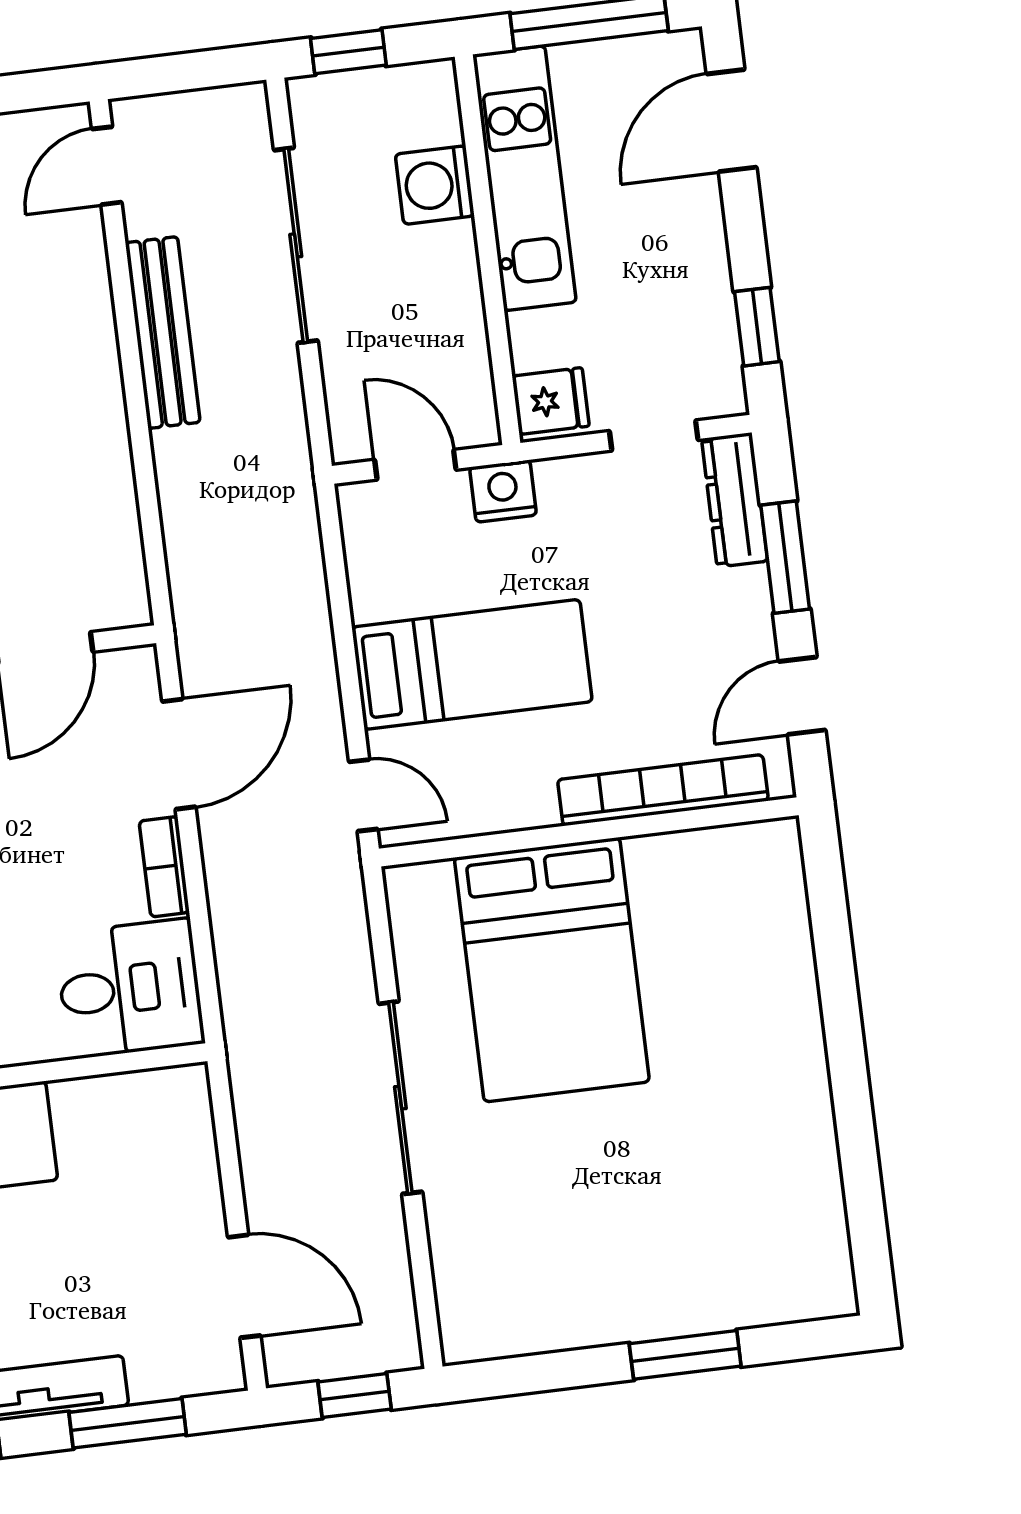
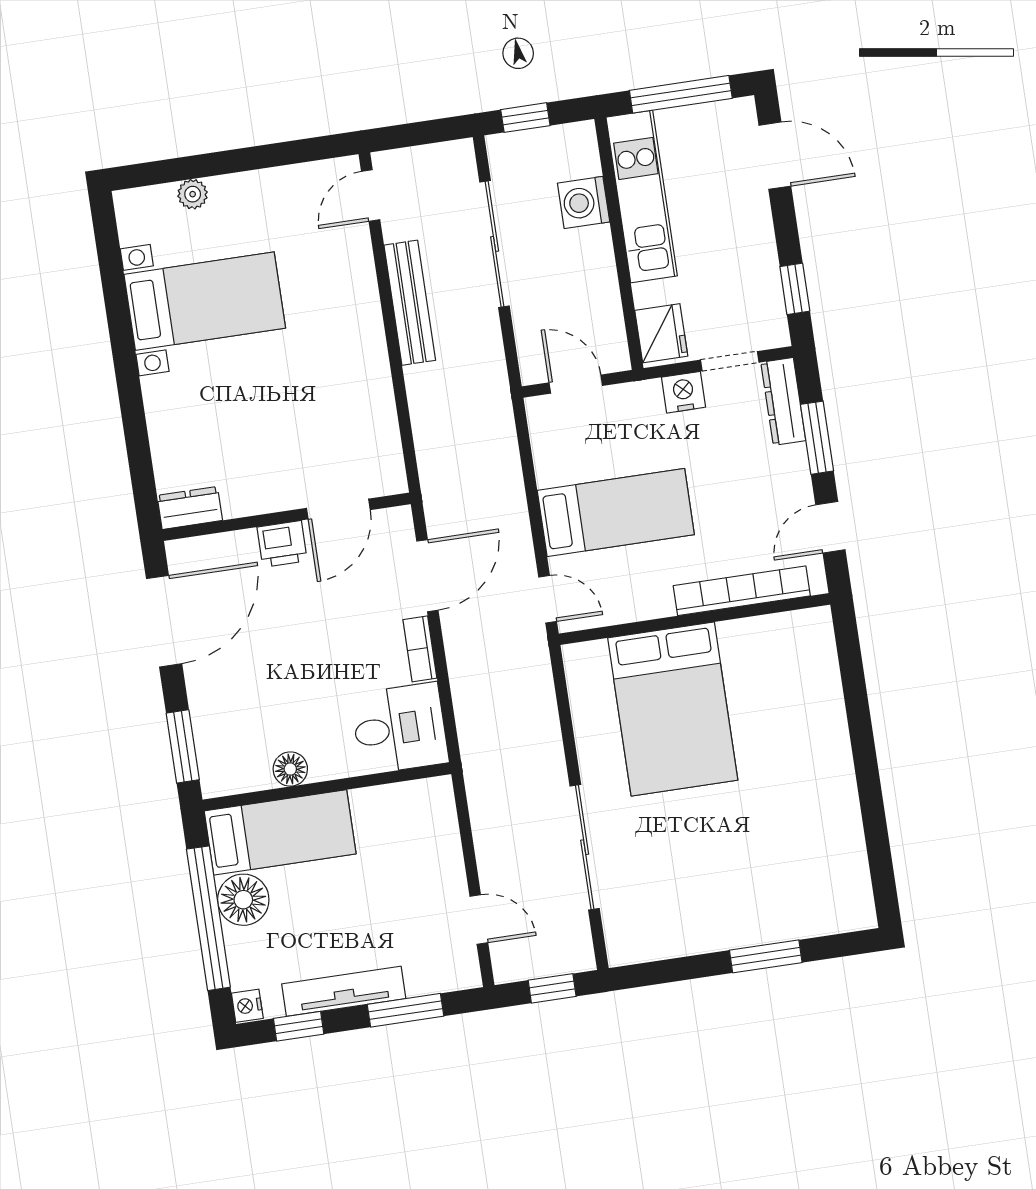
door: (732, 121) -> (775, 156), swing flipped
fridge: (551, 401) -> (661, 333), width x1.38
nightstand: (503, 491) -> (683, 392), moved
sliding door: (400, 1098) -> (585, 847), moved
door: (244, 1286) -> (479, 919), width x0.73

